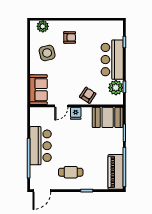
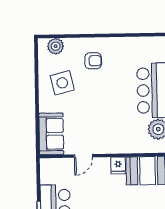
armchair: (88, 95) -> (120, 140), removed
fridge: (76, 113) -> (118, 165), moved

